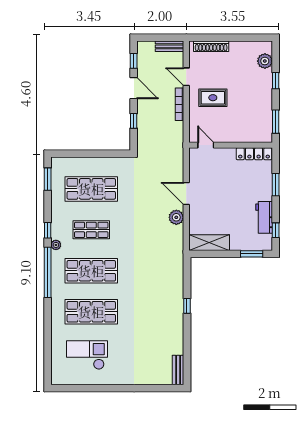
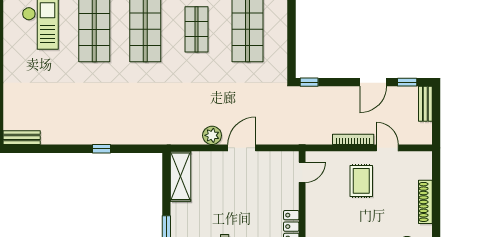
bench: (170, 46) -> (425, 104), moved
shoe rack: (211, 46) -> (425, 202), moved
door: (186, 77) -> (387, 148), hinge flipped
window: (134, 121) -> (309, 82), moved

